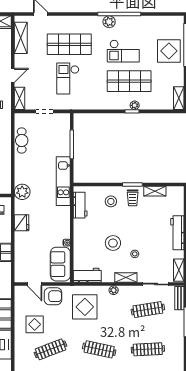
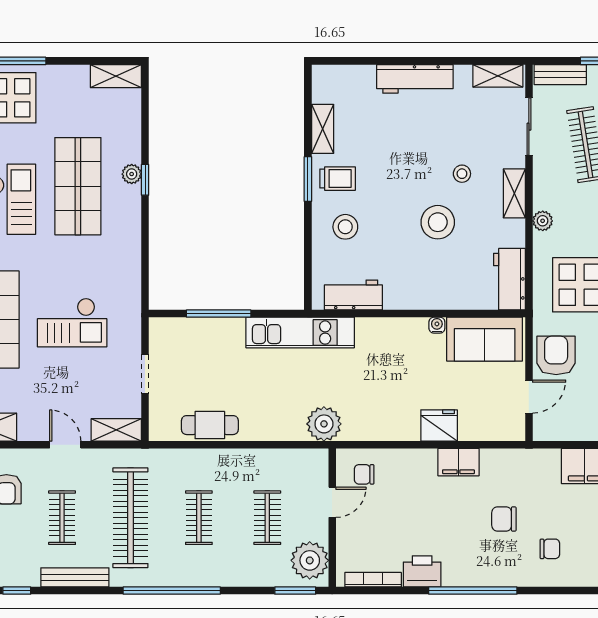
fridge: (22, 223) -> (439, 425), moved

